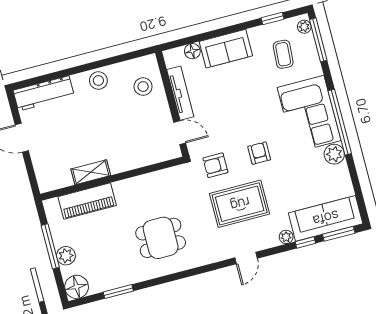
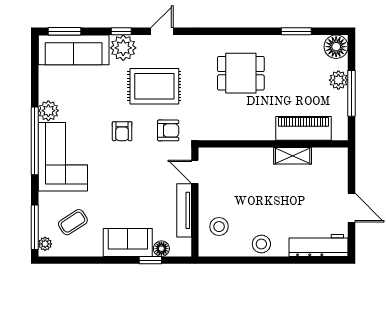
window: (272, 19) -> (150, 260), moved
coffee table: (283, 54) -> (73, 222), turned 53
plant: (286, 237) -> (123, 48), width x1.88, depth x1.88
window: (305, 243) -> (121, 31), moved

